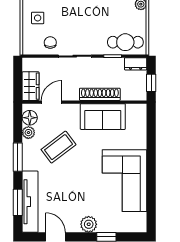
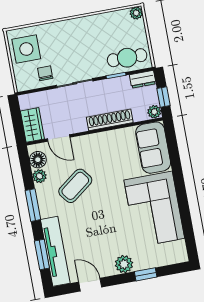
side table: (38, 18) -> (26, 49), width x1.87, depth x1.87
plant: (141, 94) -> (154, 112), added
door: (52, 102) -> (59, 138), swing flipped
sofa: (103, 117) -> (153, 148), moved, turned 90

